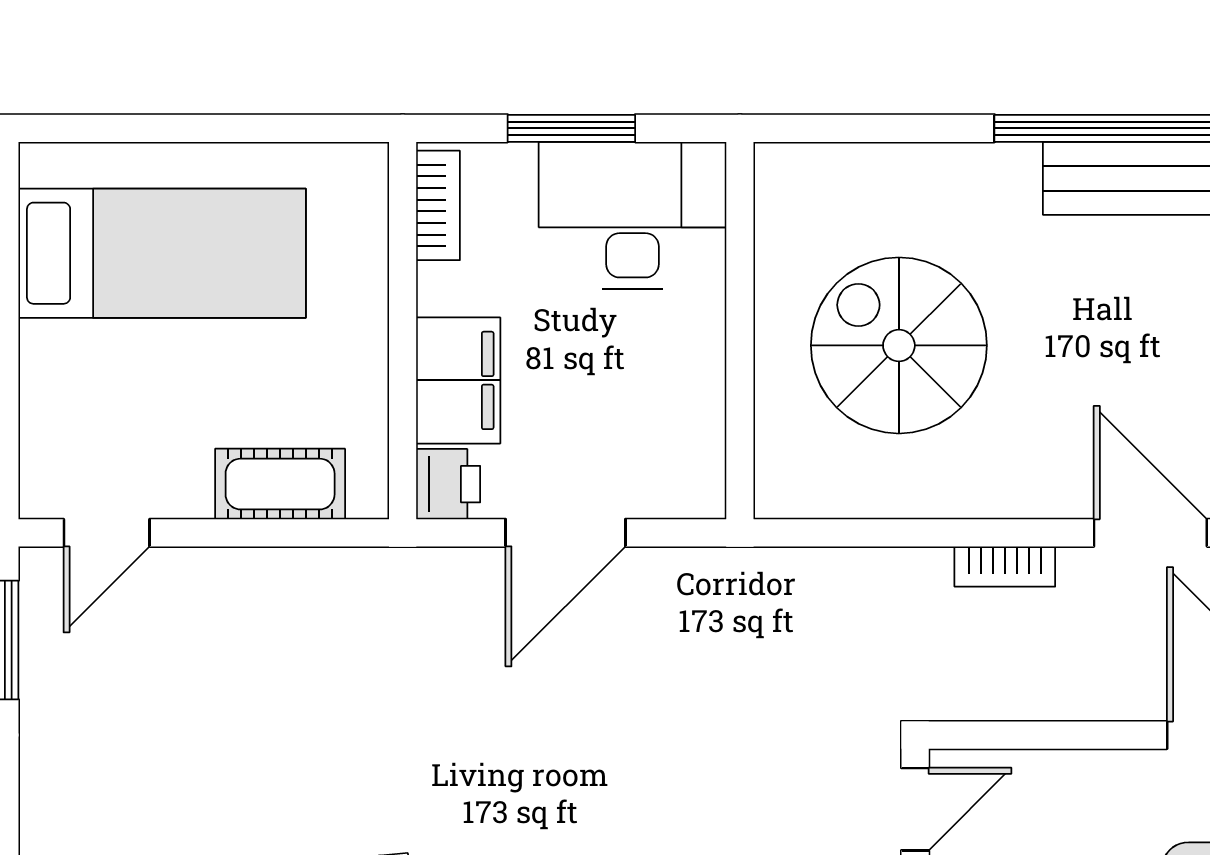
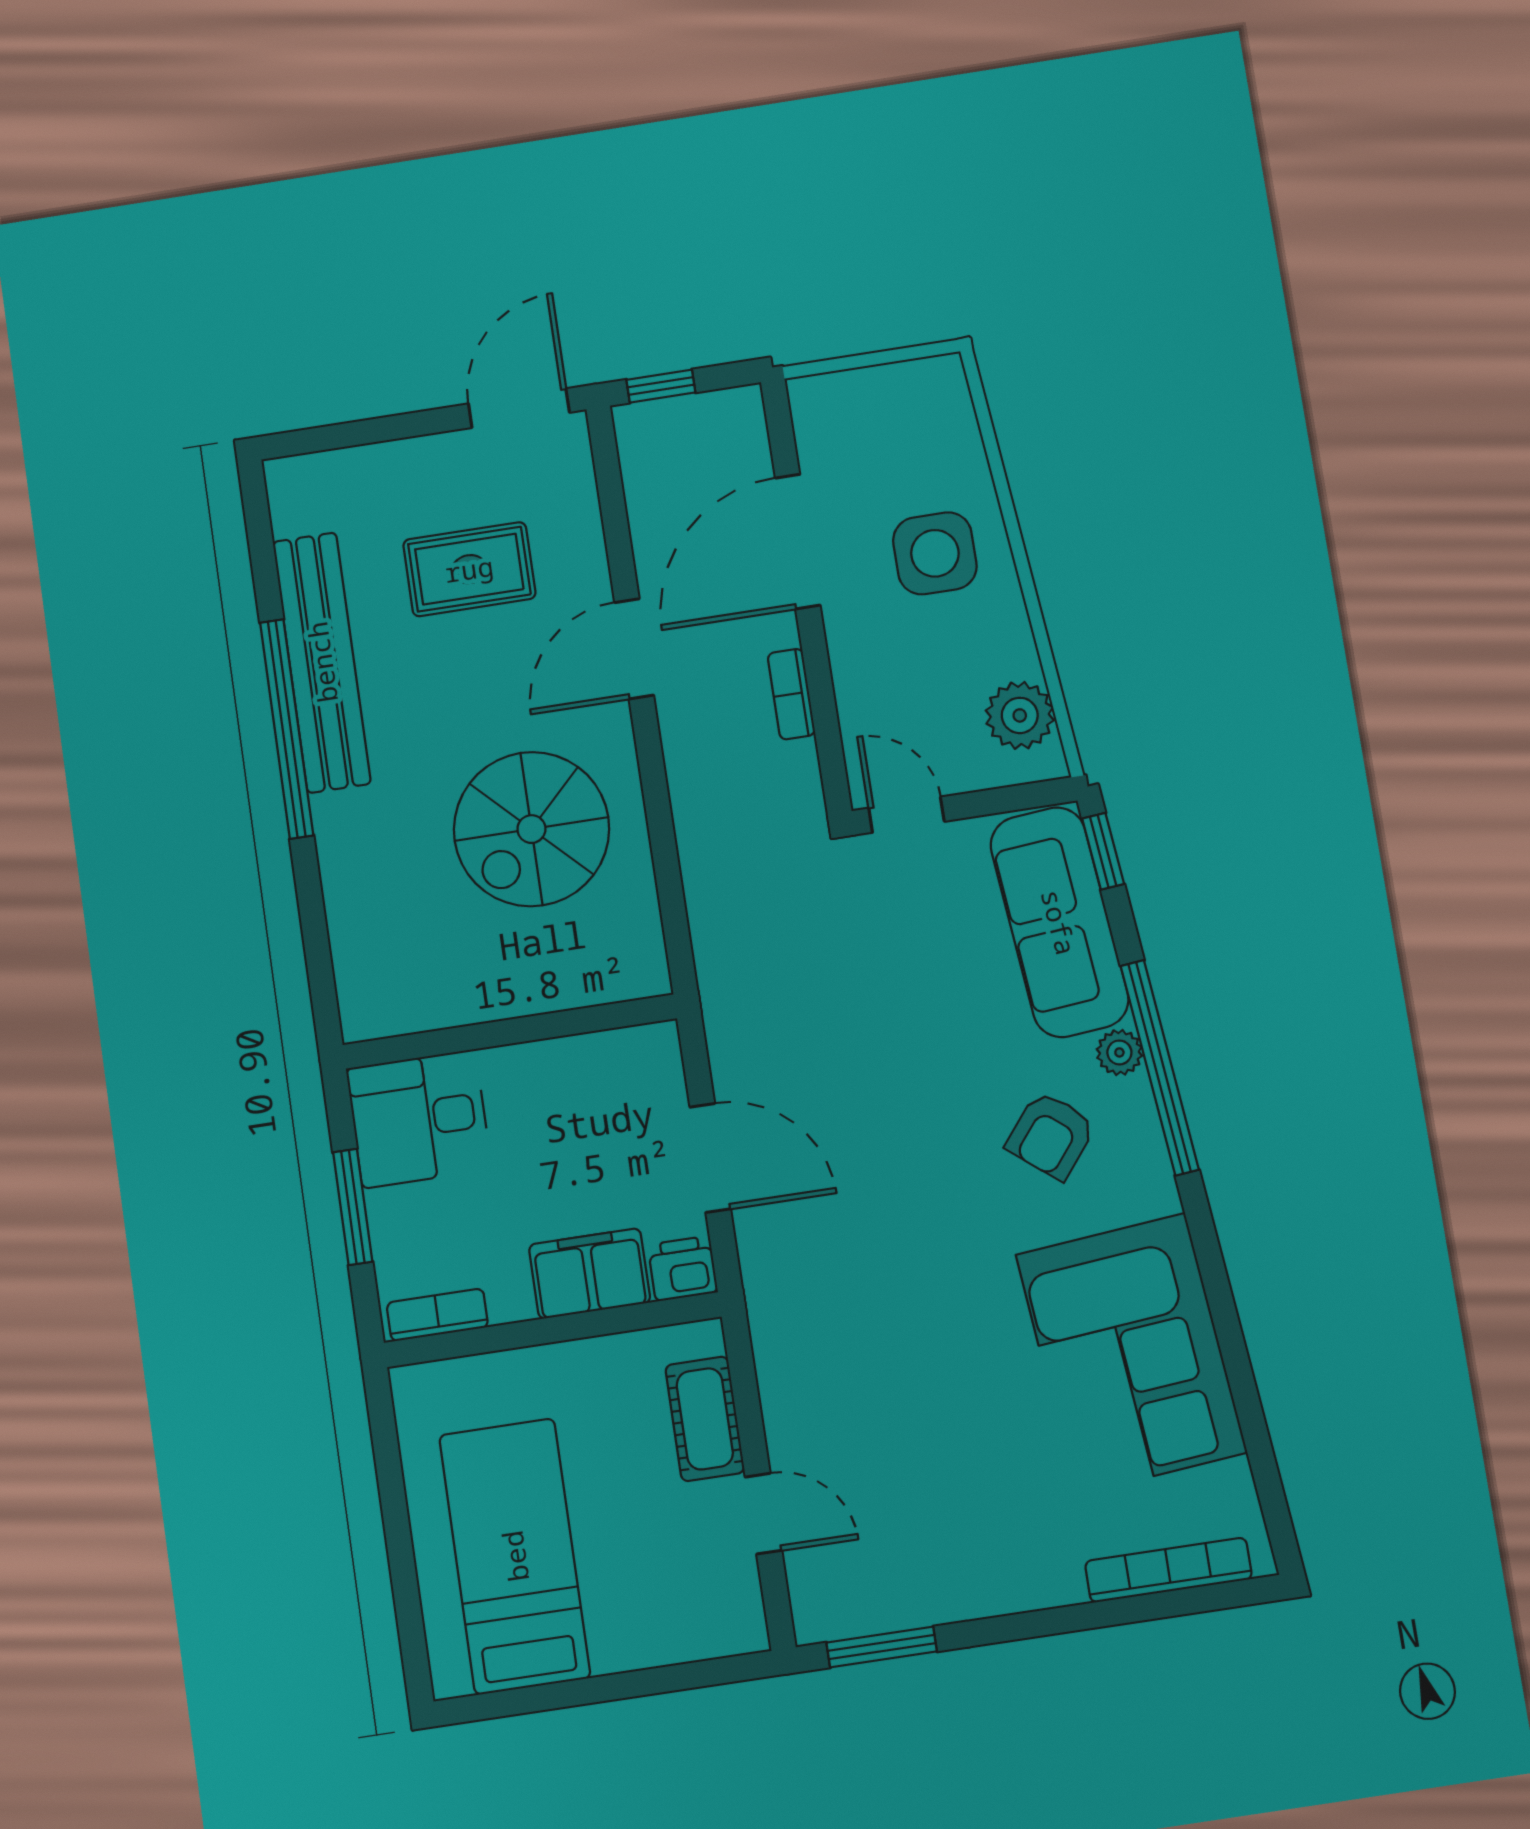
desk: (632, 215) -> (419, 1119), width x0.73
spiral stairs: (899, 345) -> (531, 829), moved
door: (107, 533) -> (763, 1514), moved
bookcase: (1005, 566) -> (791, 694), moved, turned 180

